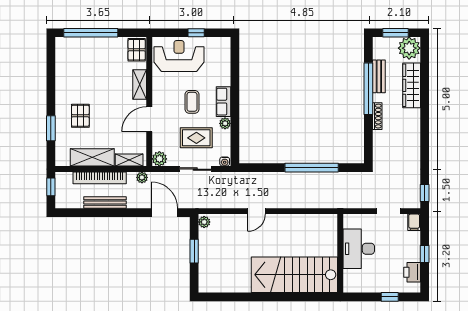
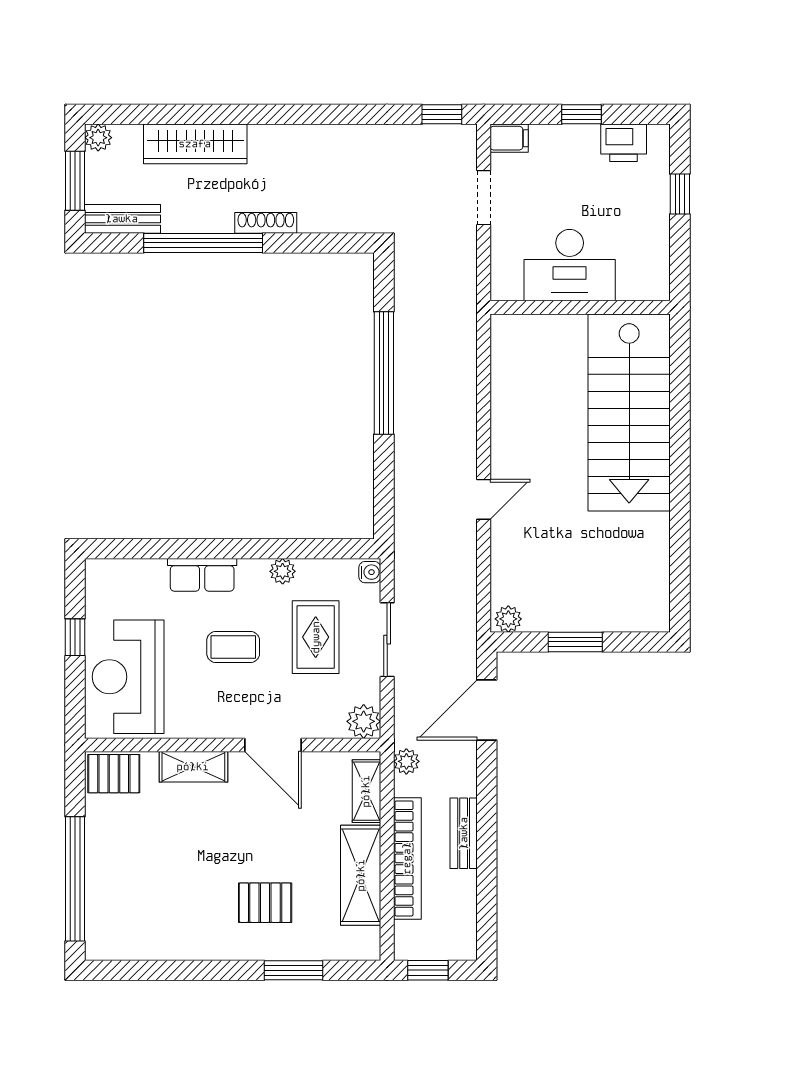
plant: (409, 48) -> (98, 138), width x0.53, depth x0.53
bench: (379, 76) -> (122, 219), moved
row of seats: (223, 102) -> (202, 575), moved
bench: (105, 202) -> (464, 833), width x0.73
door: (256, 211) -> (484, 499), hinge flipped

